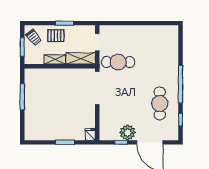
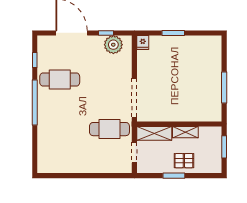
trolley: (34, 38) -> (210, 158), removed
cafe table: (160, 103) -> (60, 80), turned 90
plant: (128, 133) -> (113, 45), moved

